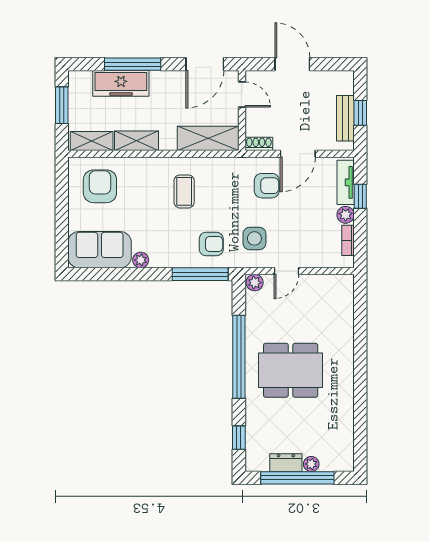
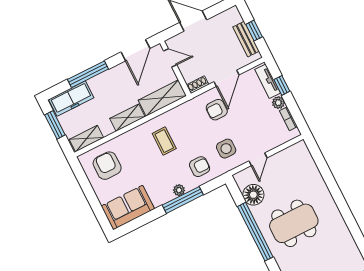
freezer: (121, 83) -> (71, 99), moved
shelving: (137, 141) -> (127, 118), moved
armchair: (267, 186) -> (217, 110), turned 180
plant: (141, 260) -> (179, 190), moved
window: (200, 274) -> (183, 200), moved
plant: (255, 283) -> (241, 178), removed
floor lamp: (259, 311) -> (253, 195), added

